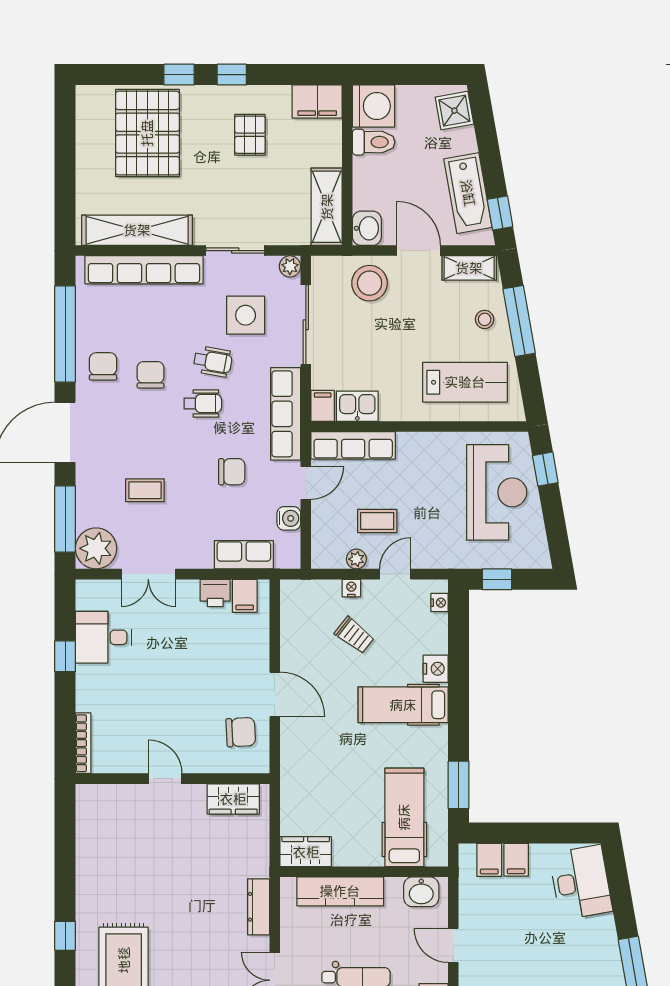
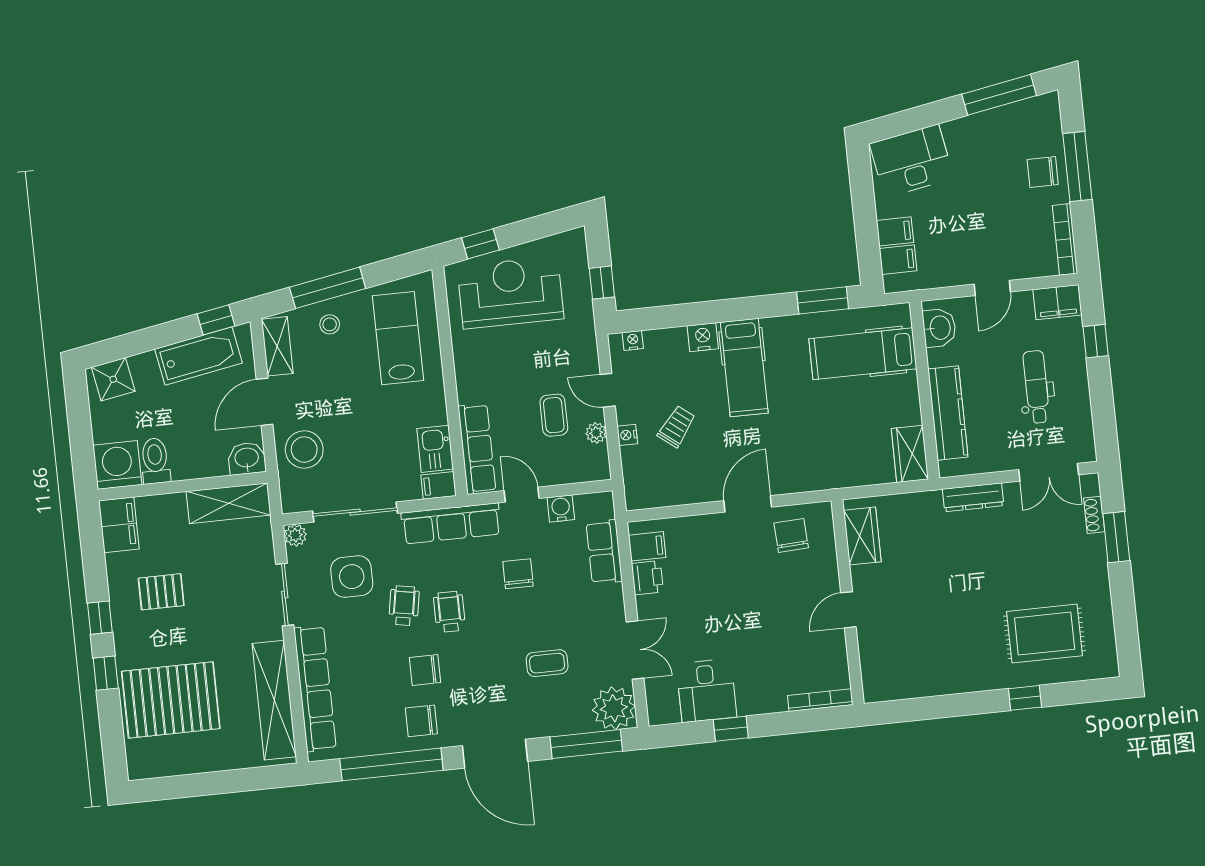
coffee table: (145, 490) -> (547, 663), turned 90

